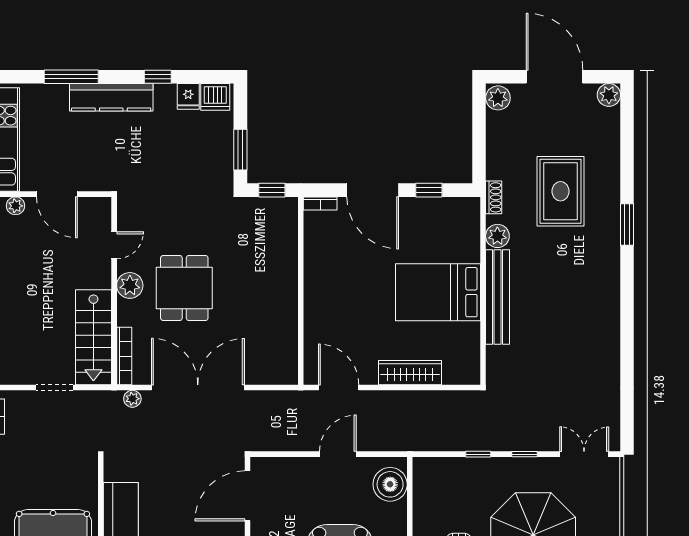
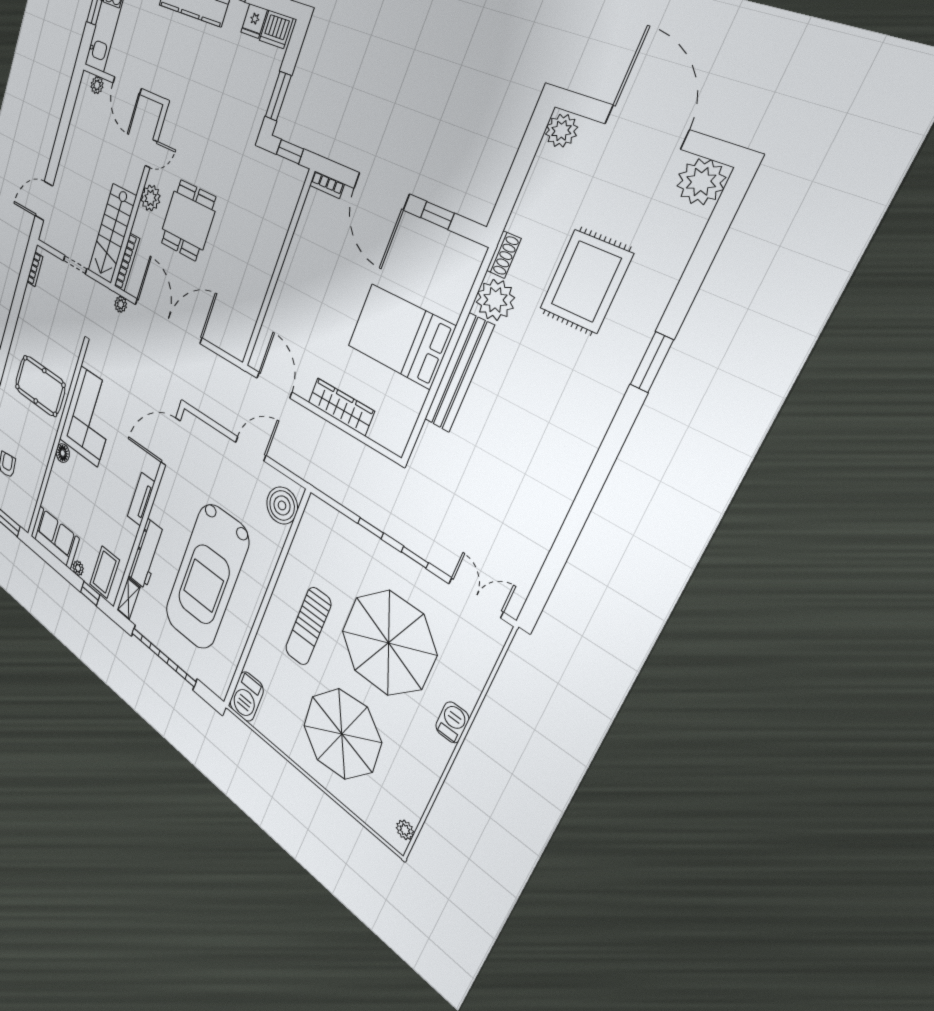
plant: (609, 95) -> (701, 182), width x1.36, depth x1.36
plant: (497, 236) -> (495, 300), width x1.36, depth x1.36

